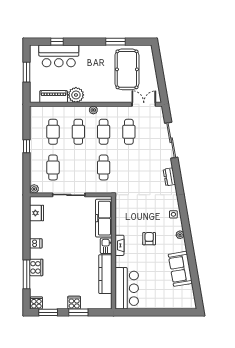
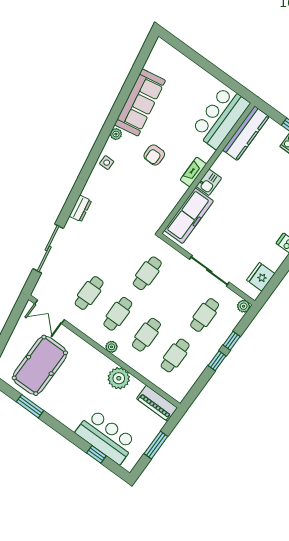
piano: (54, 97) -> (157, 403), moved
window: (27, 164) -> (232, 341), added
sofa: (180, 269) -> (140, 103), width x1.36
kitchen counter: (105, 274) -> (246, 133), moved

